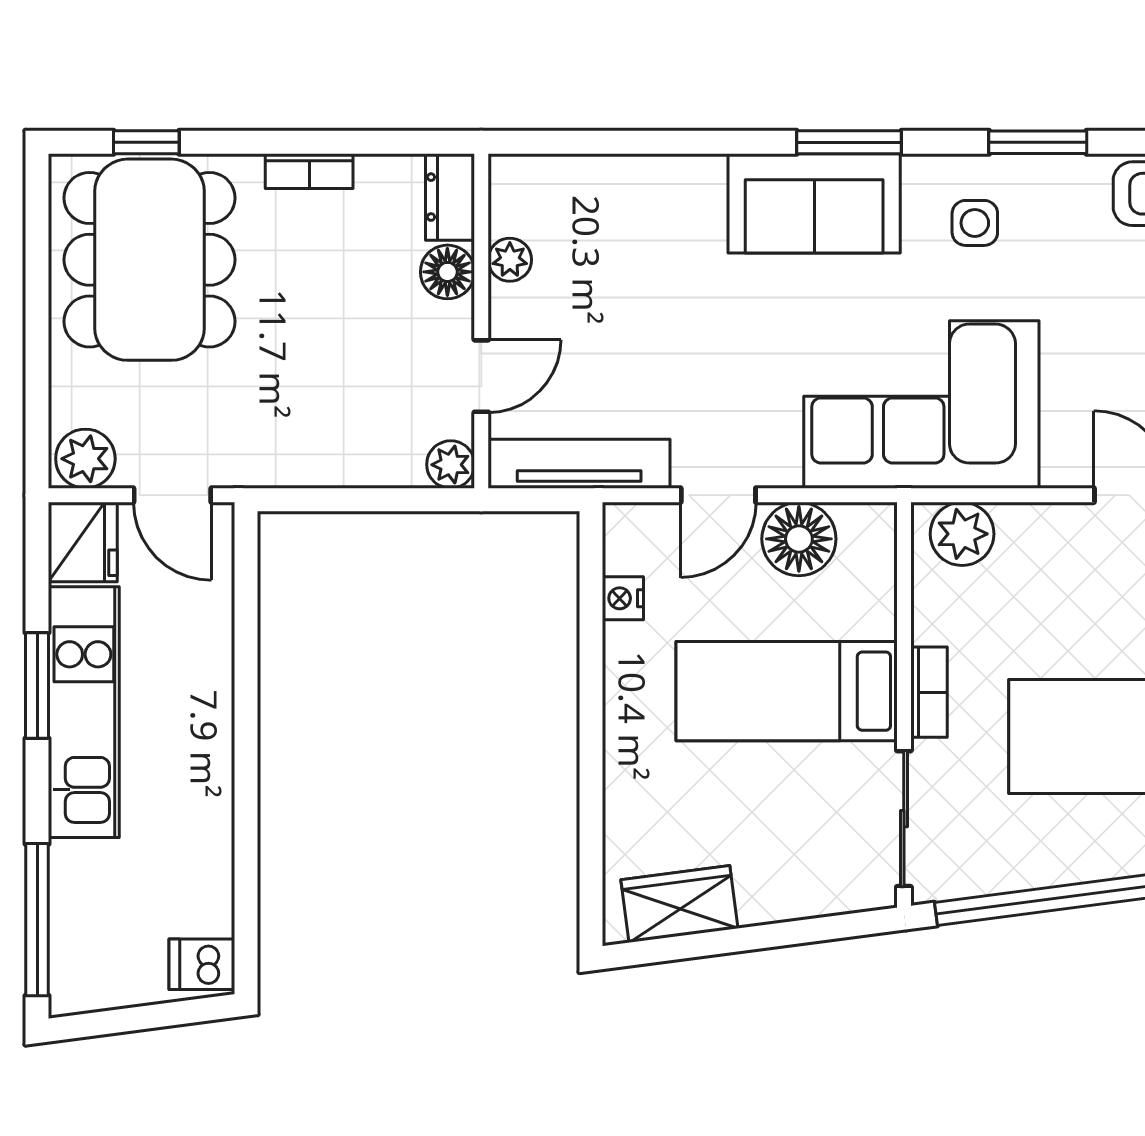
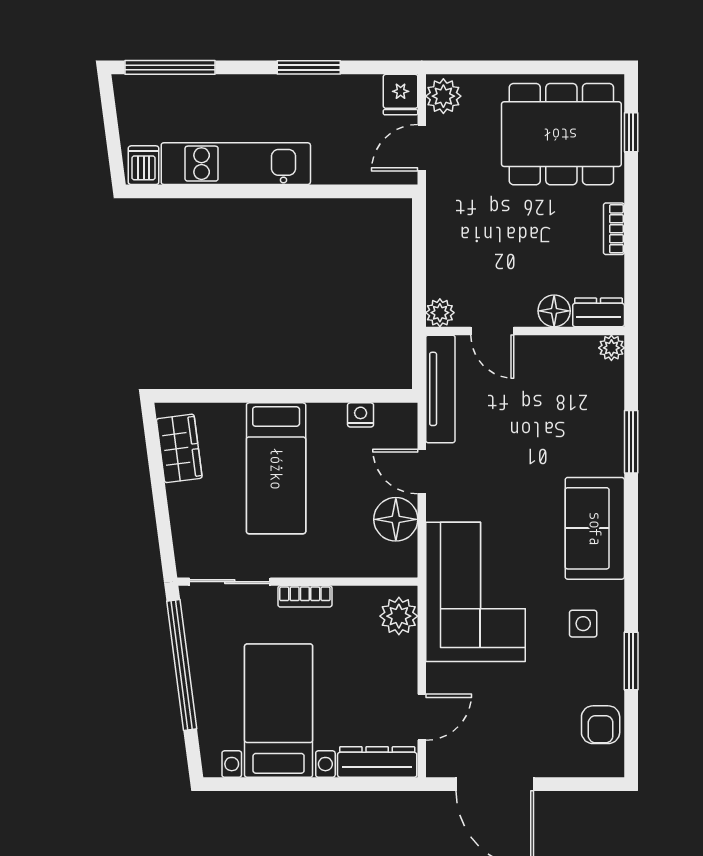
window: (849, 142) -> (631, 442), moved
plant: (510, 260) -> (611, 348), moved
fridge: (83, 542) -> (401, 95), width x0.72
bed: (787, 691) -> (276, 468), moved, turned 180
kitchen unit: (84, 712) -> (236, 164), moved, turned 180

